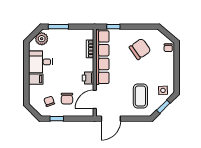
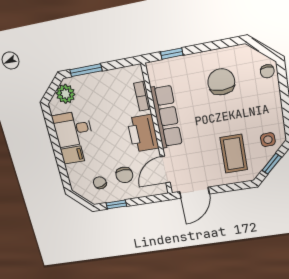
chair: (140, 49) -> (221, 82), turned -55
row of seats: (102, 57) -> (166, 117), width x0.73
printer: (88, 78) -> (143, 133), width x1.87, depth x1.48

